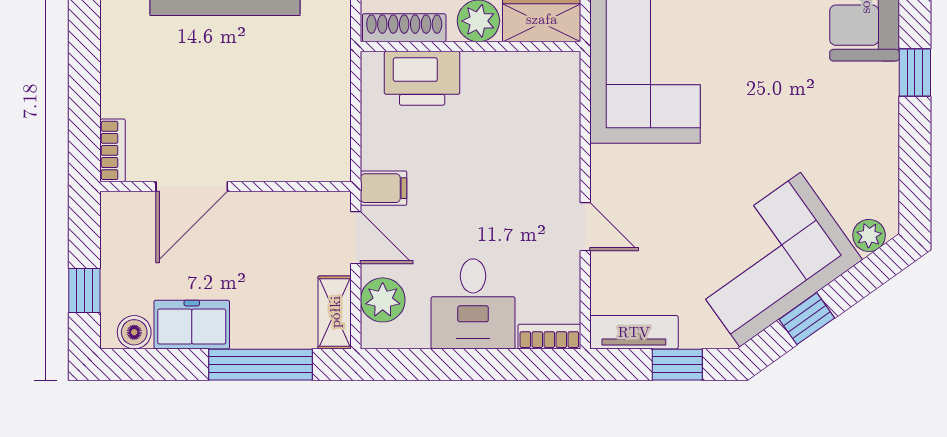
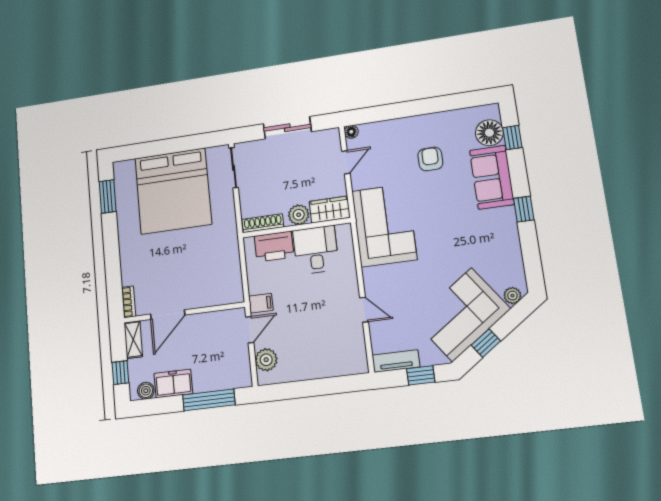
door: (356, 238) -> (250, 330), hinge flipped
desk: (473, 304) -> (316, 250), moved, turned 180
shelving: (335, 312) -> (133, 340), moved
bookcase: (549, 337) -> (352, 368), removed

